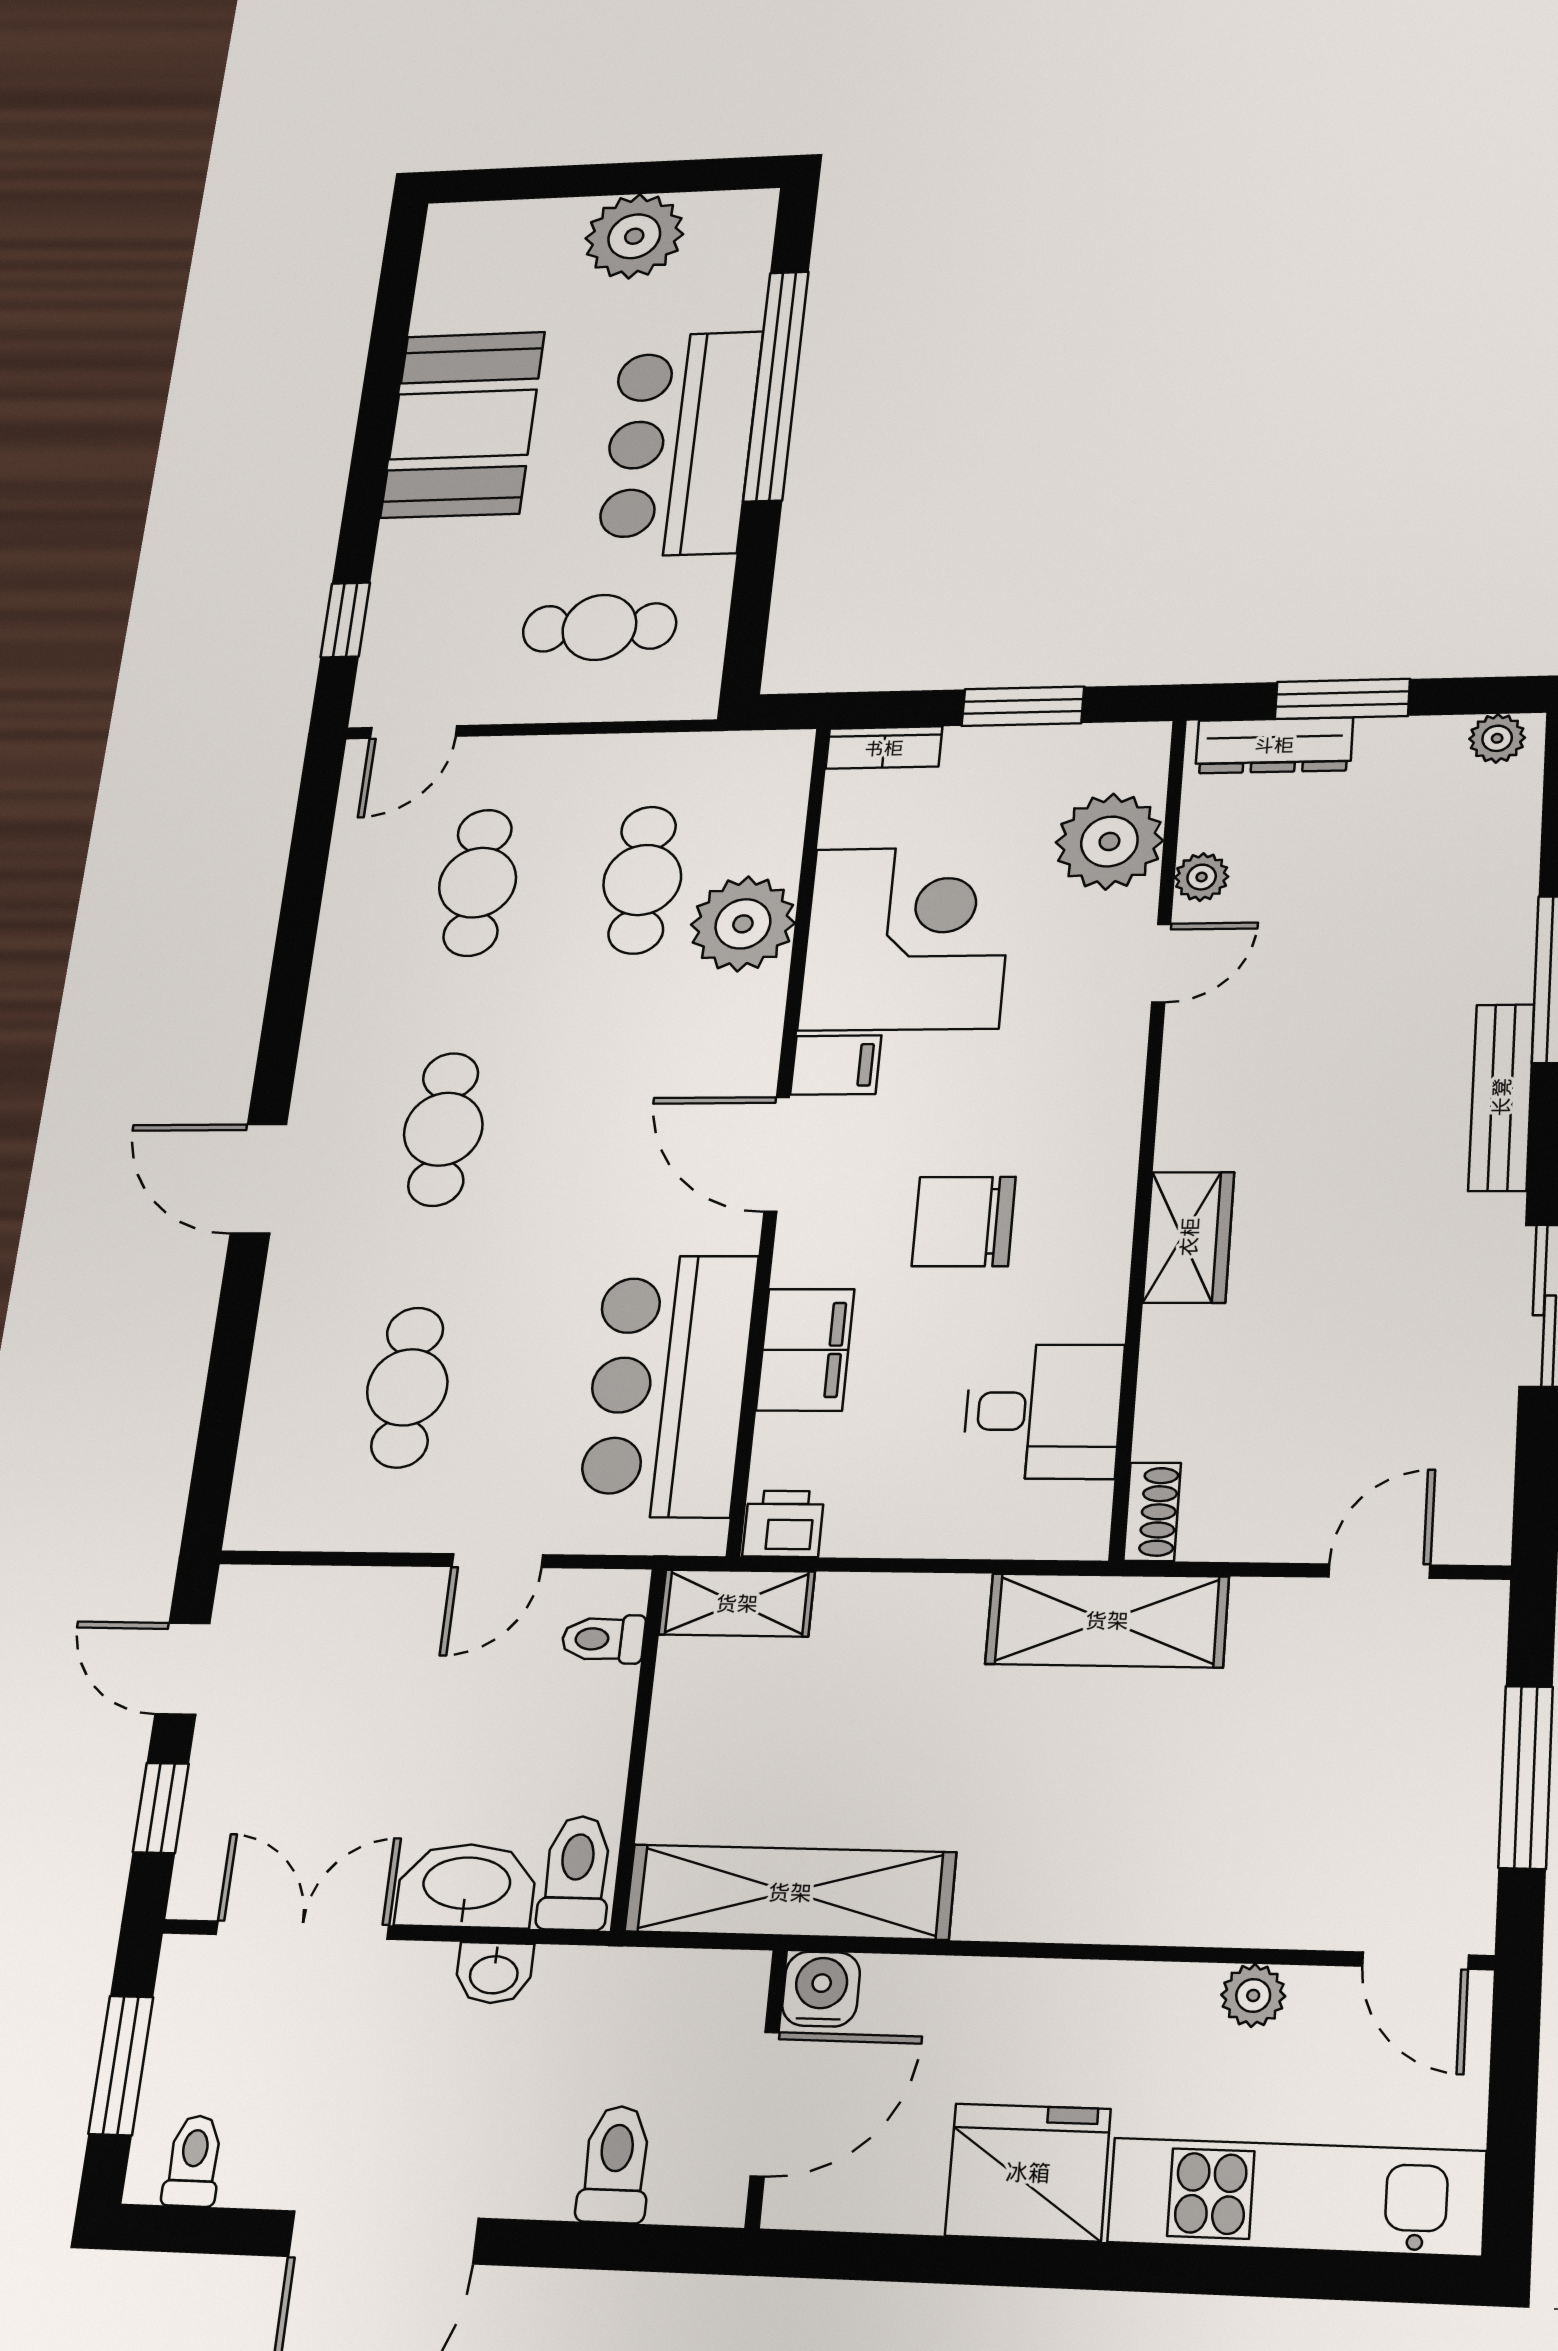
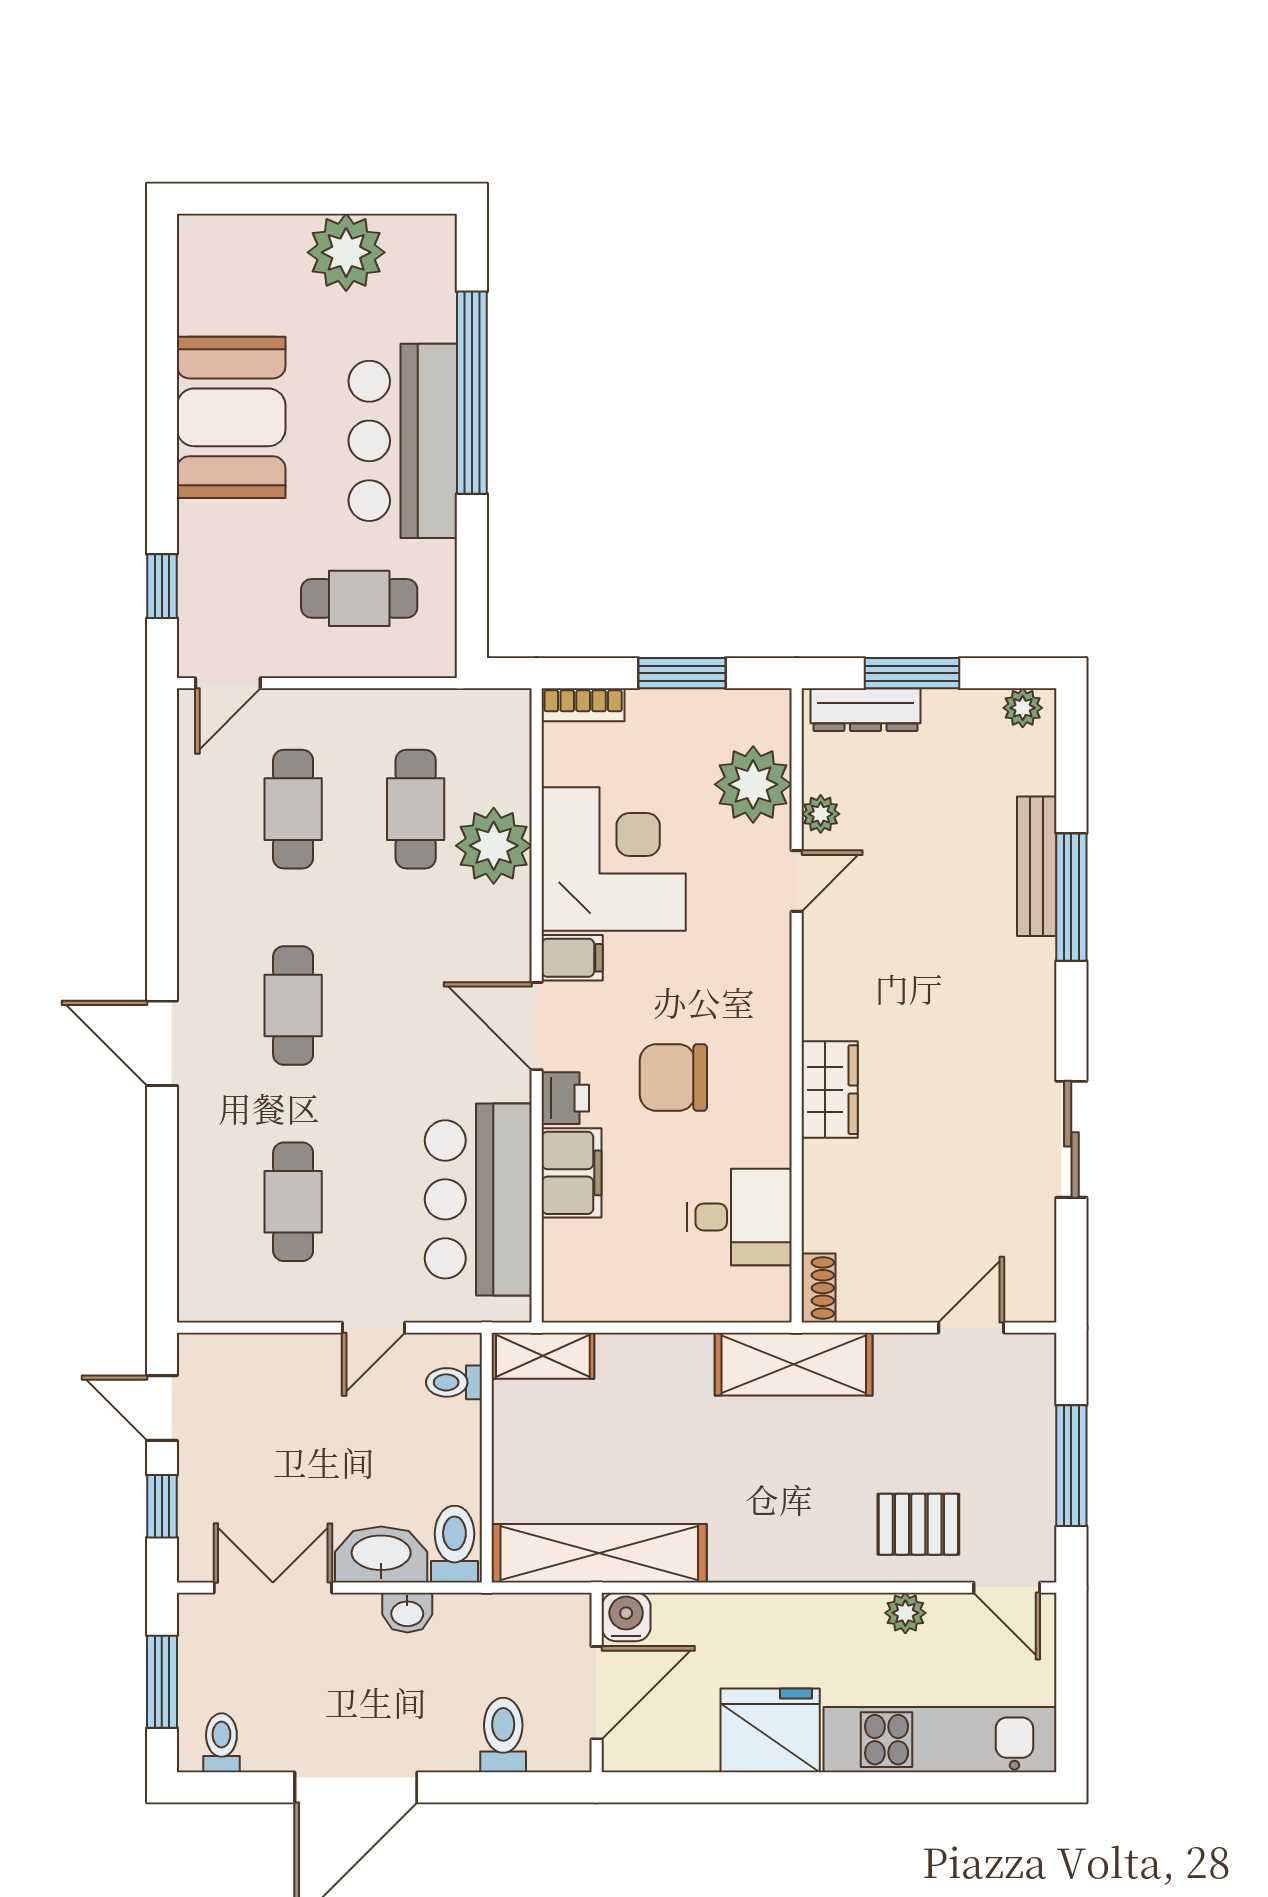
bench: (1501, 1097) -> (1037, 866), moved
printer: (783, 1524) -> (565, 1098), moved, turned 90
pallet: (1282, 1860) -> (918, 1524), added

